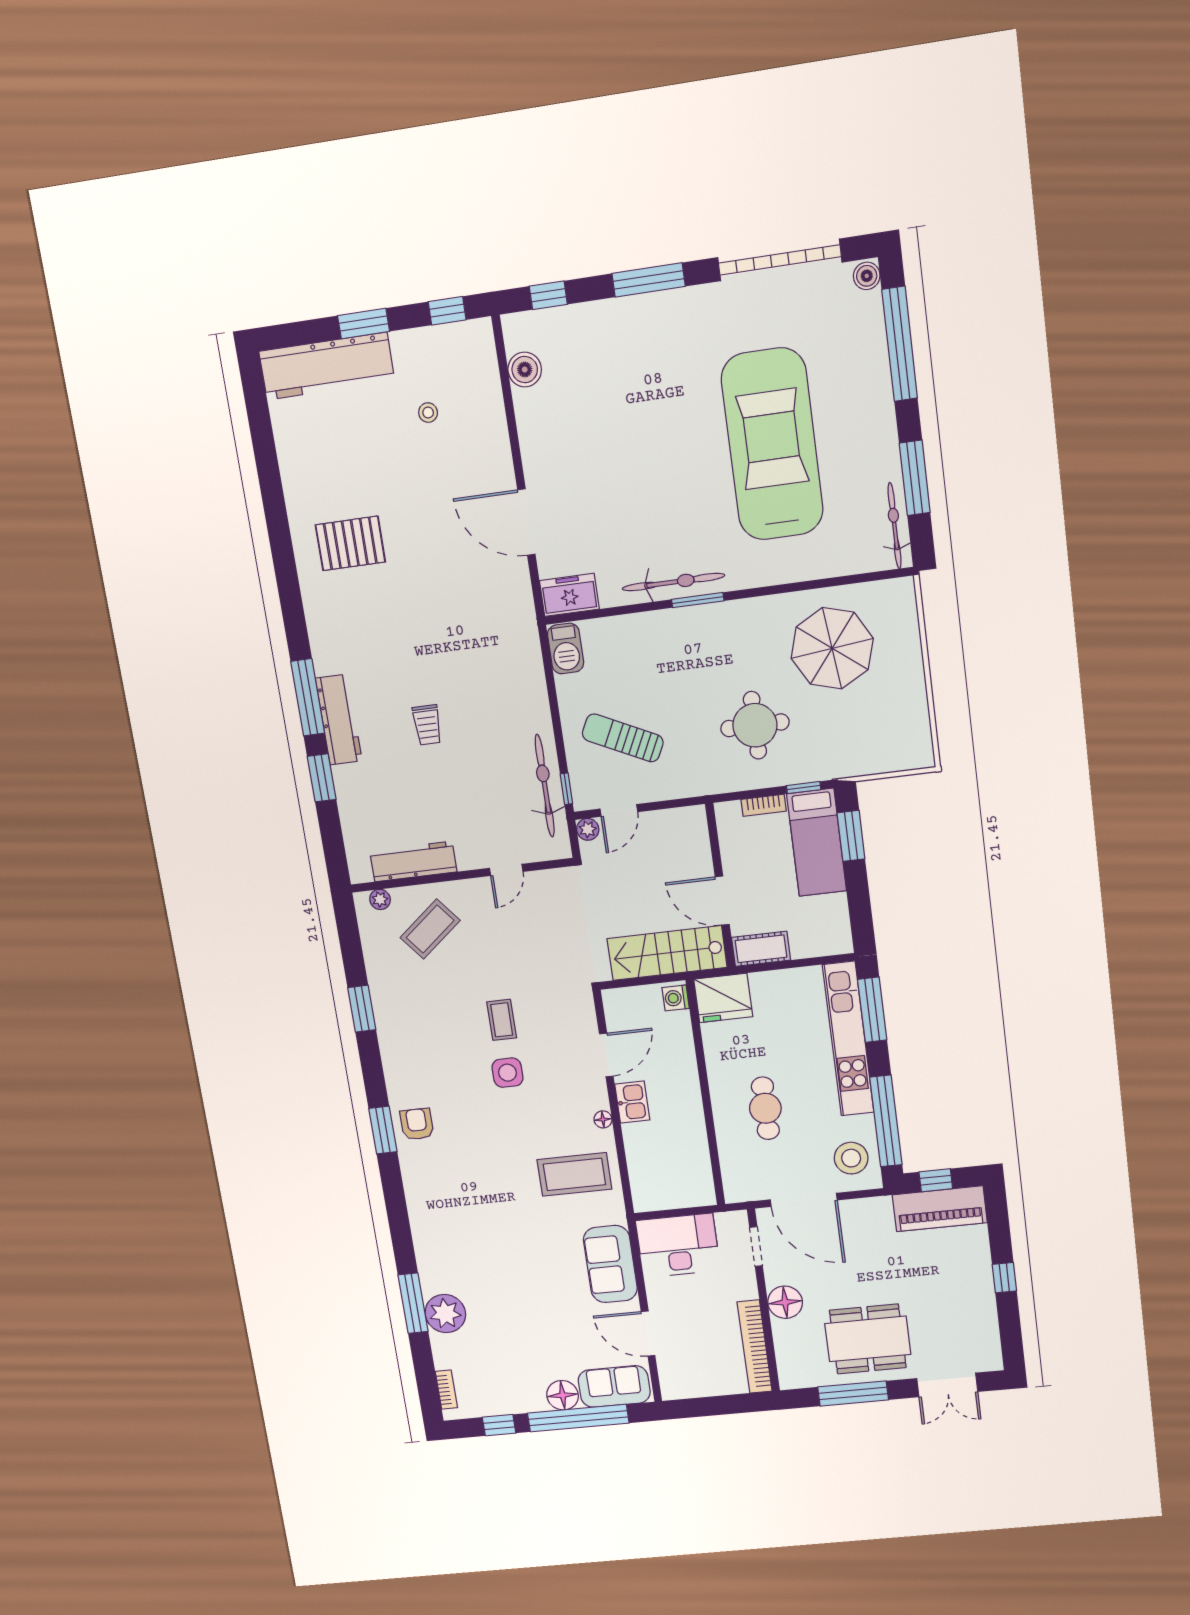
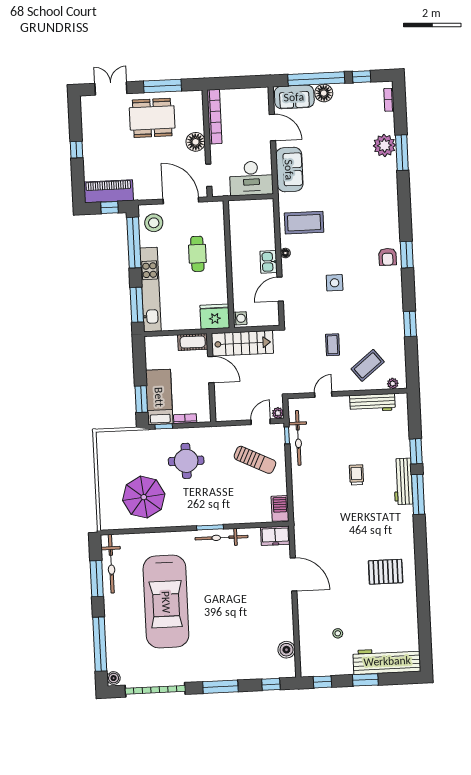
bicycle: (895, 526) -> (111, 564), width x1.37, depth x1.40
coffee table: (502, 1020) -> (333, 345), moved

